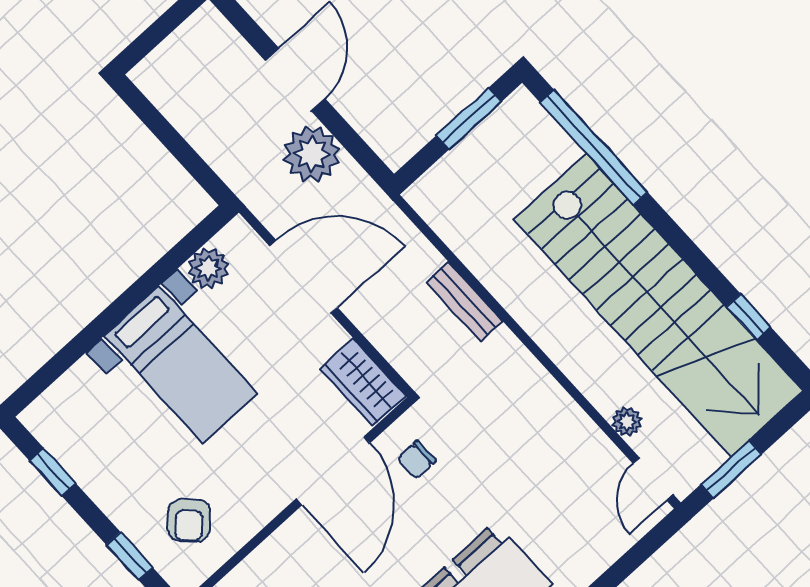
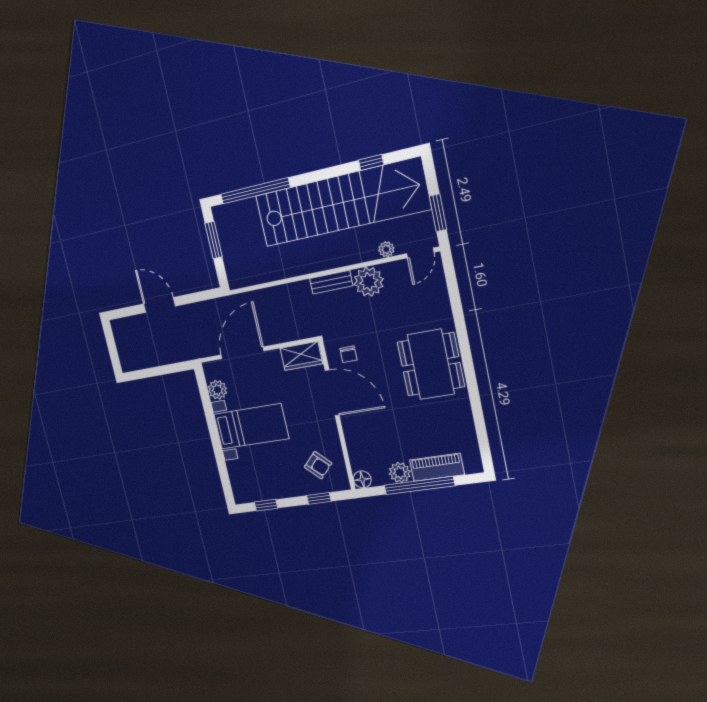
plant: (312, 154) -> (369, 282), moved
bench: (464, 302) -> (331, 282), moved
door: (653, 479) -> (420, 253), hinge flipped

